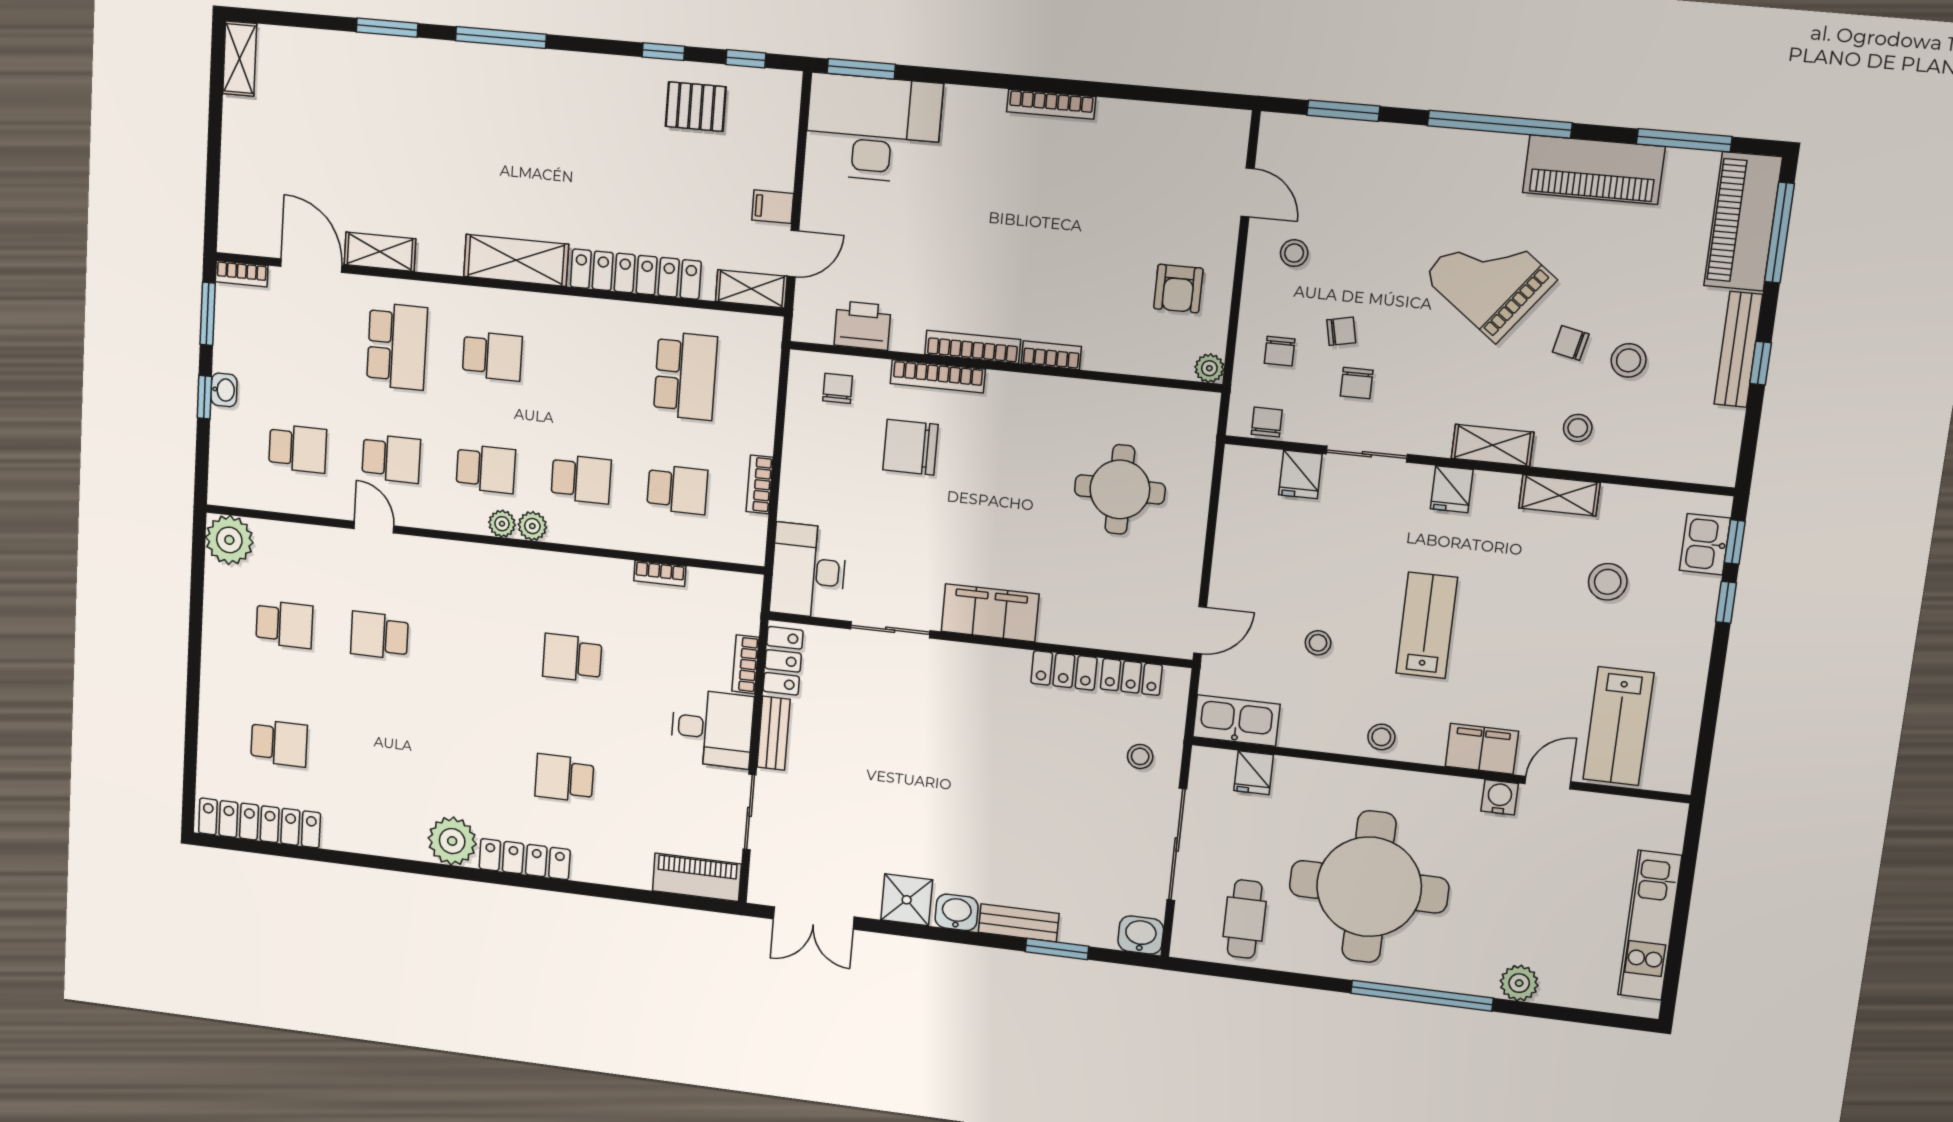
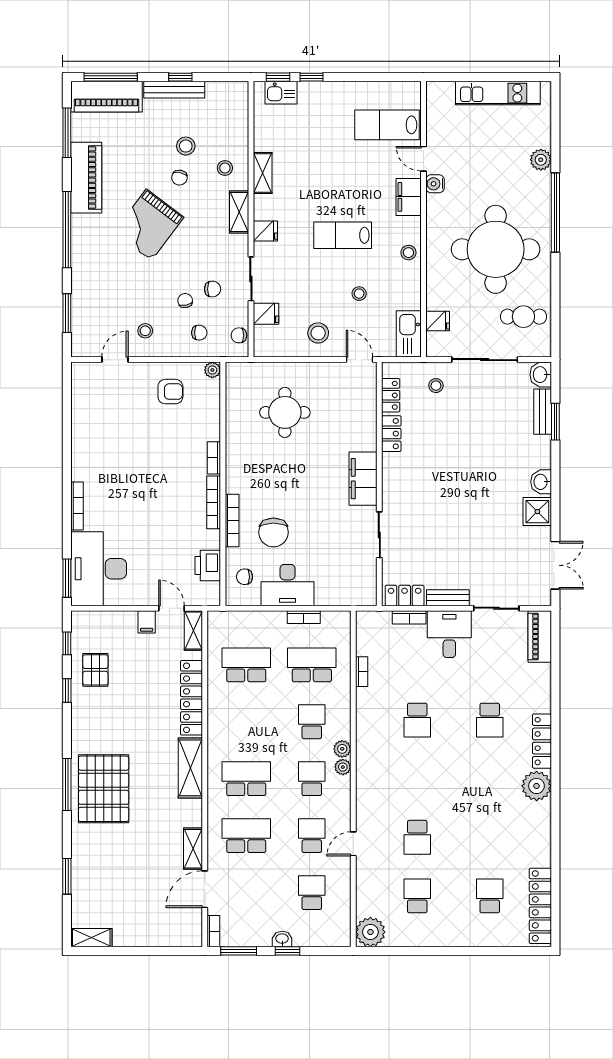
window: (387, 28) -> (67, 876), moved
pallet: (490, 103) -> (104, 789), added
bookcase: (1051, 104) -> (77, 506), moved
school desk: (492, 356) -> (246, 779), width x1.85
school desk: (677, 489) -> (312, 665), width x1.85
desk: (808, 571) -> (287, 585), moved
stool: (1608, 582) -> (318, 333), moved
lab bench: (1618, 726) -> (387, 125), turned 180
bench: (1019, 923) -> (543, 412), moved

